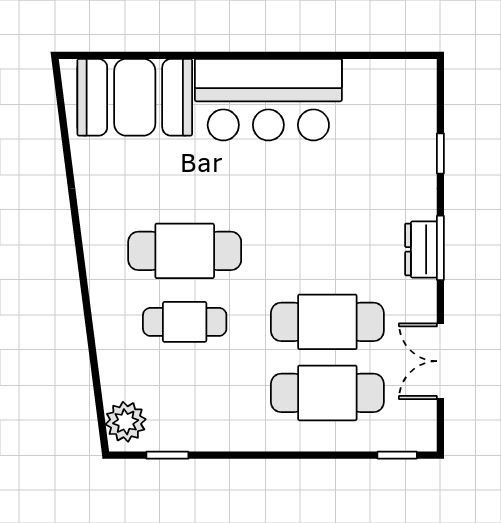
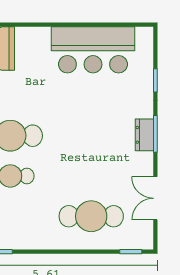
bar counter: (268, 100) -> (93, 50), moved
cafe table: (327, 322) -> (91, 176), removed

